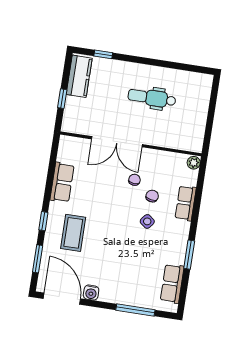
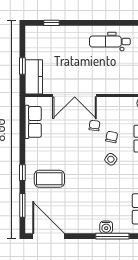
kitchen counter: (79, 76) -> (34, 77), moved
dental chair: (152, 98) -> (110, 42), moved
row of seats: (62, 182) -> (33, 122), moved
coffee table: (73, 233) -> (49, 179), turned 90
water cooler: (91, 293) -> (106, 227), moved

